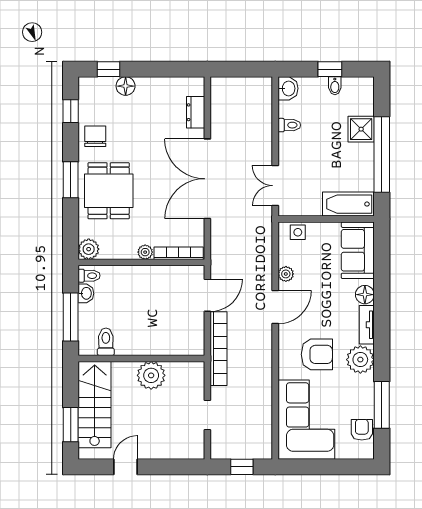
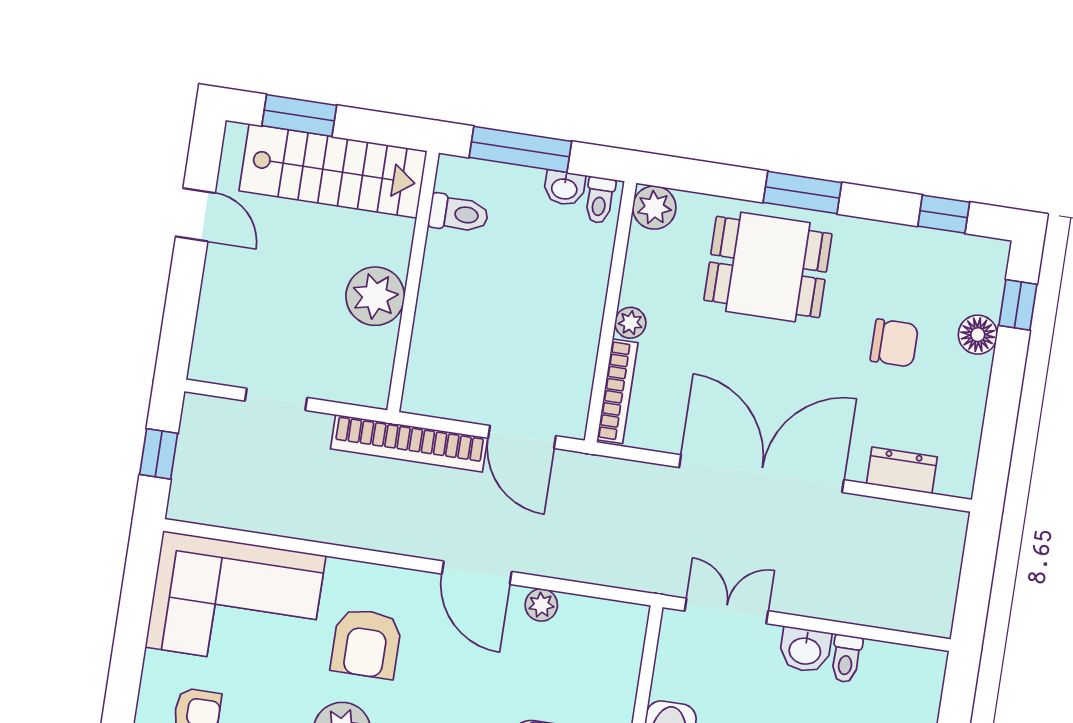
washbasin: (288, 88) -> (805, 650), moved
chair: (95, 136) -> (894, 343), moved
side table: (298, 232) -> (623, 643), removed

